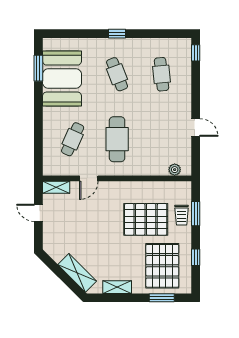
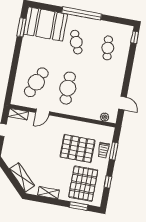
window: (117, 34) -> (82, 13), width x3.17
booth: (62, 79) -> (45, 24), moved, turned 90
door: (196, 128) -> (123, 103), moved
cafe table: (73, 139) -> (36, 82), width x1.37, depth x1.35

